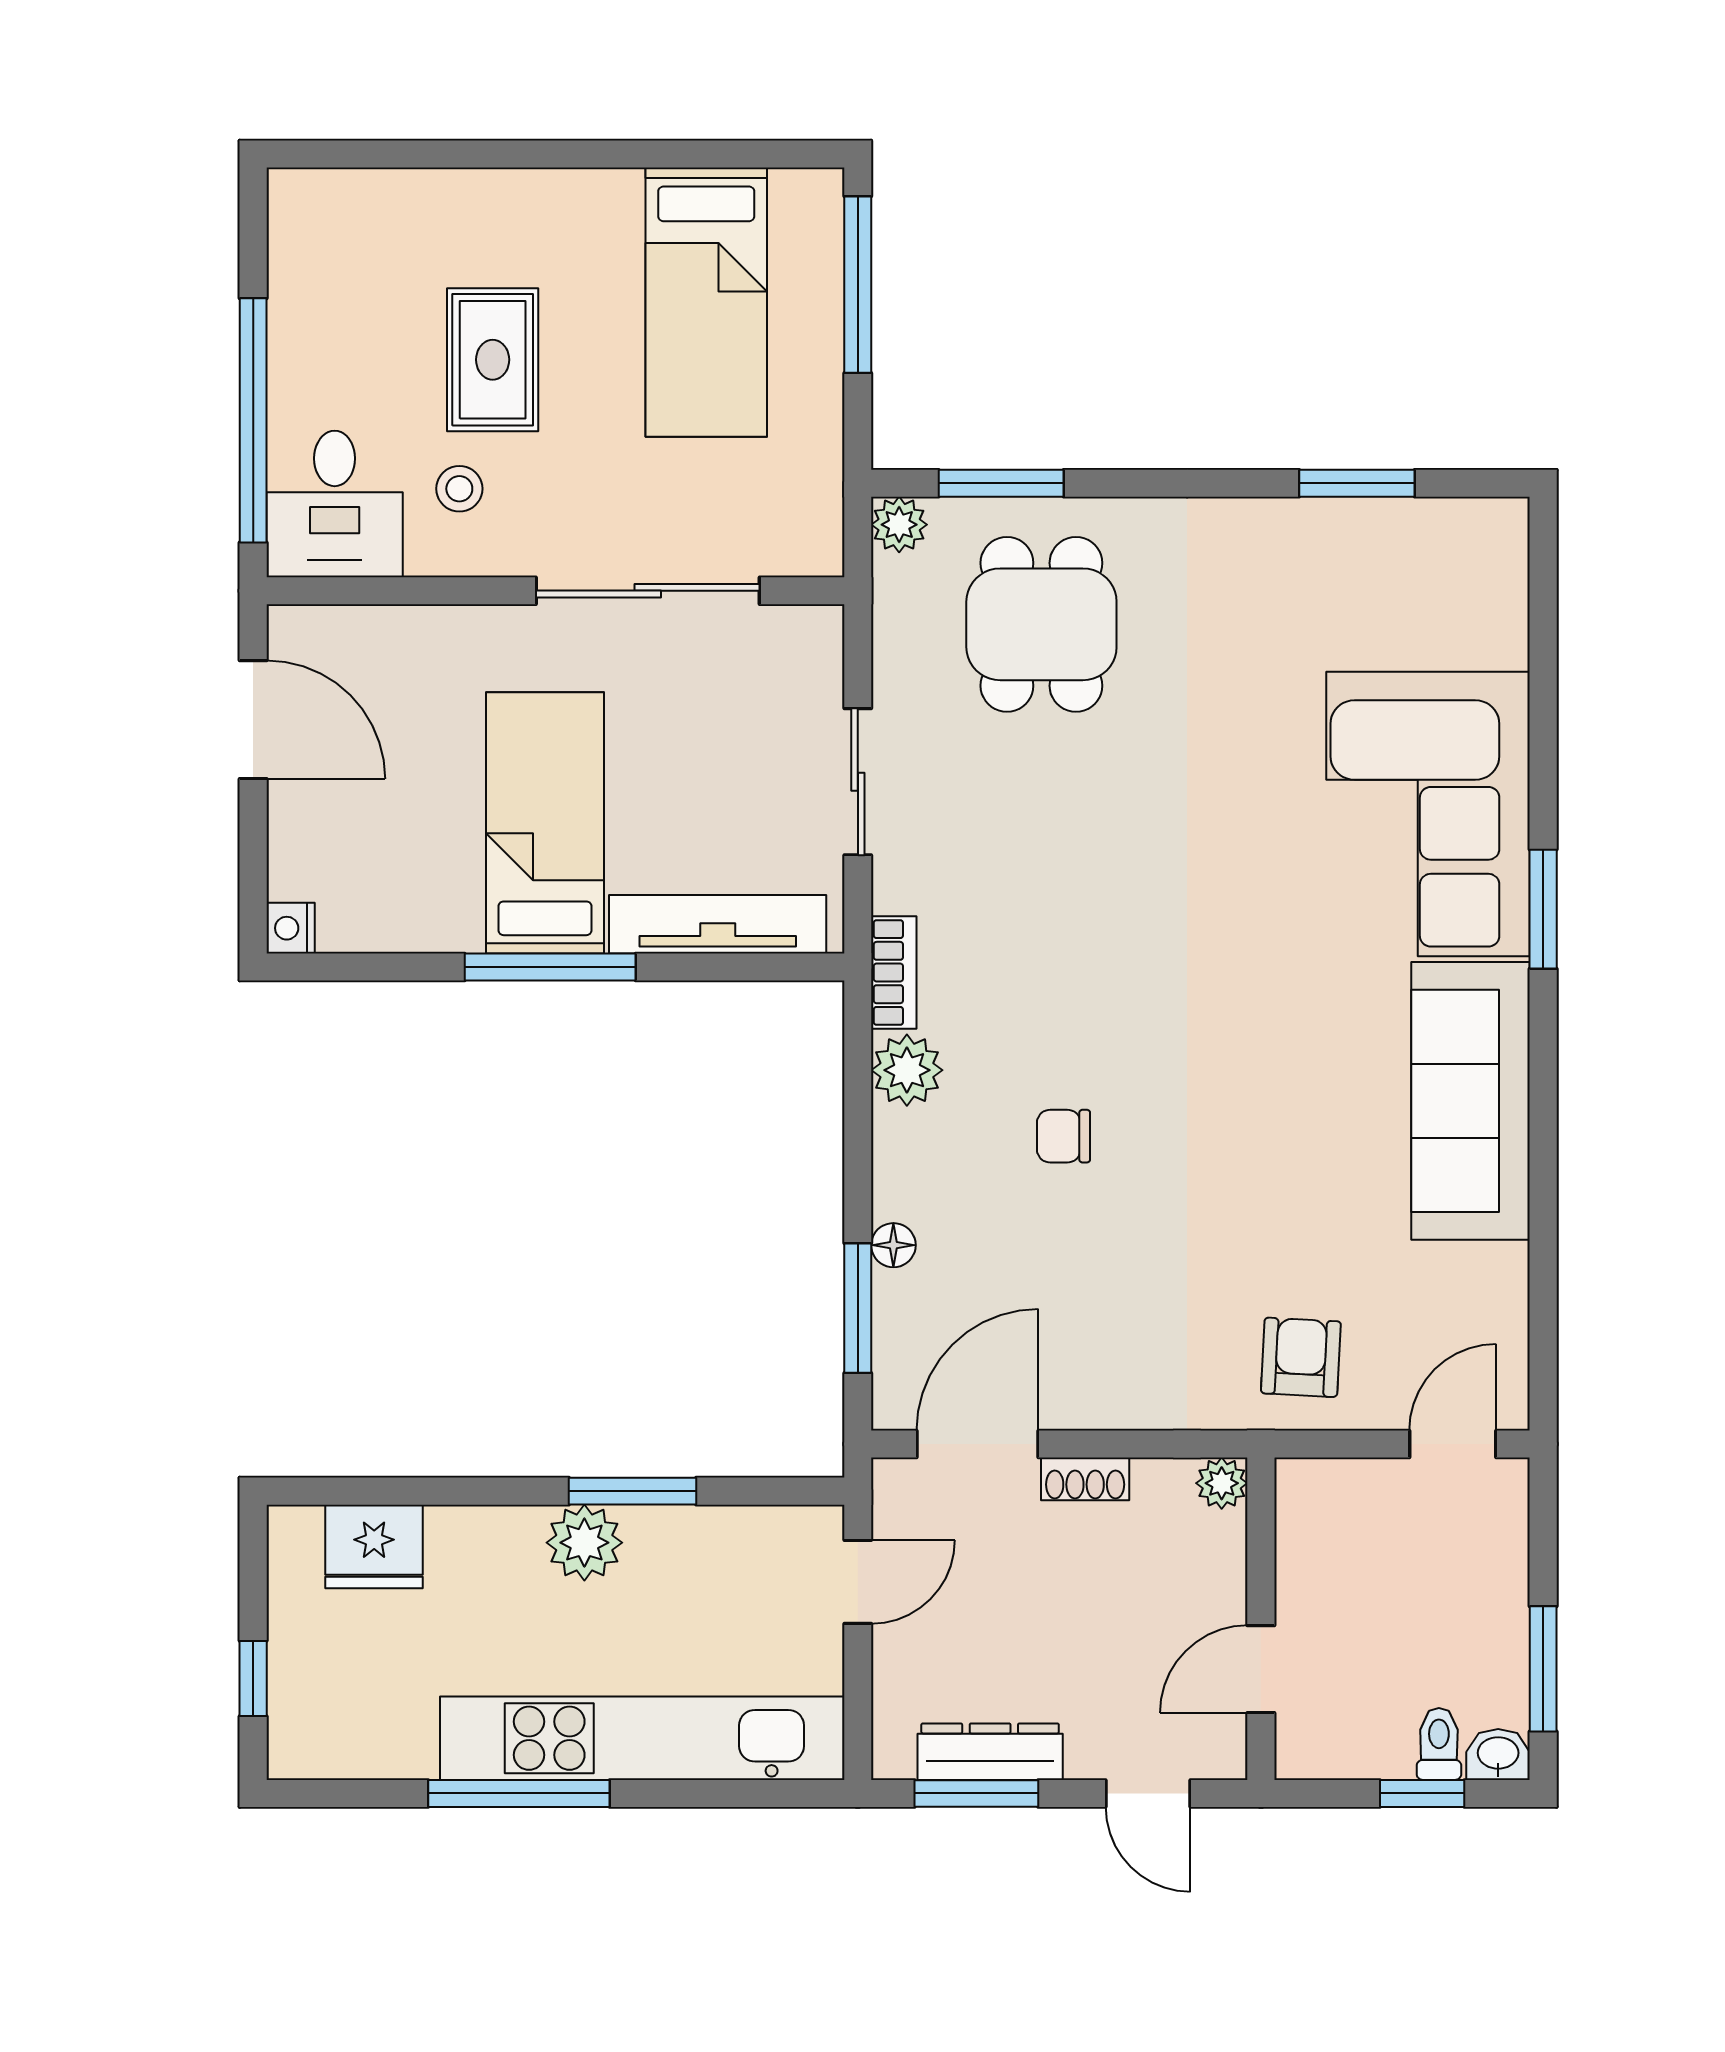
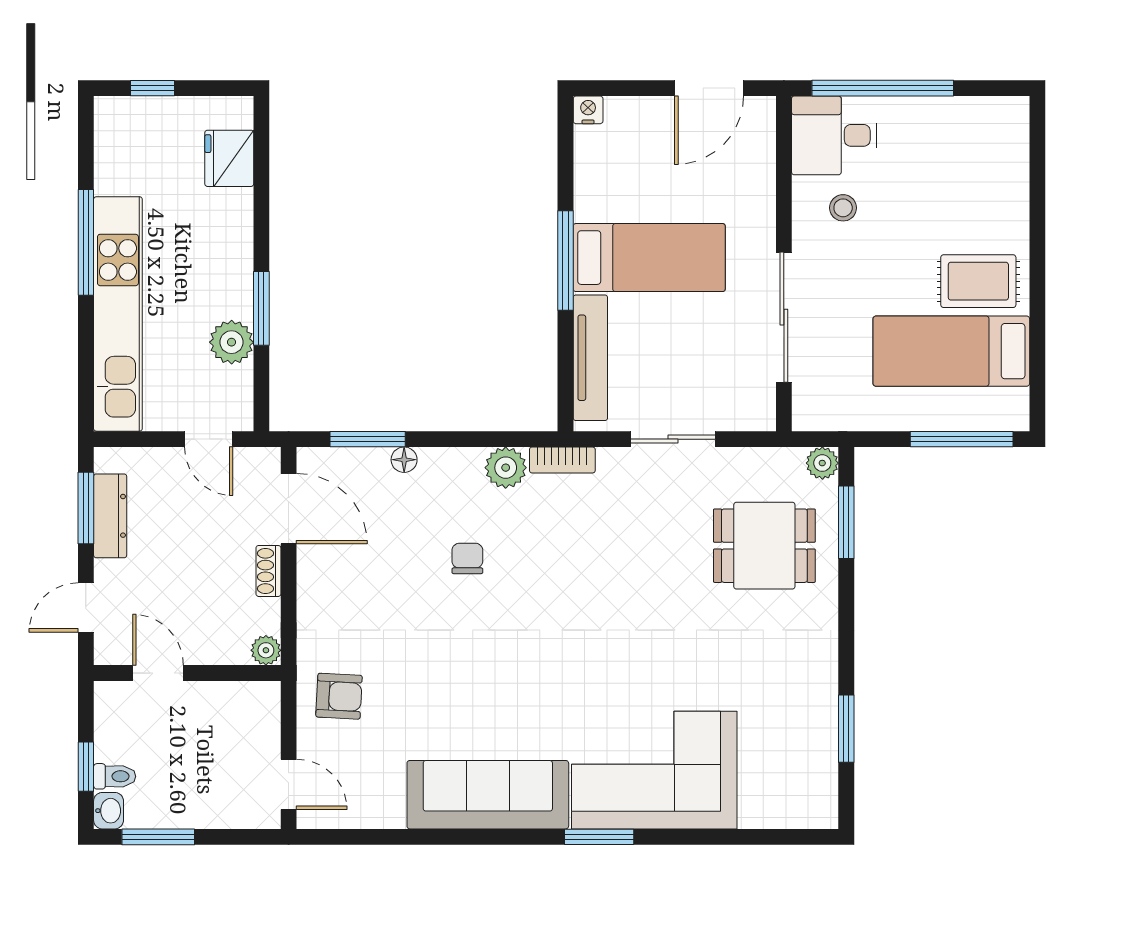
rug: (493, 360) -> (978, 281), moved
plant: (584, 1543) -> (232, 342), moved

